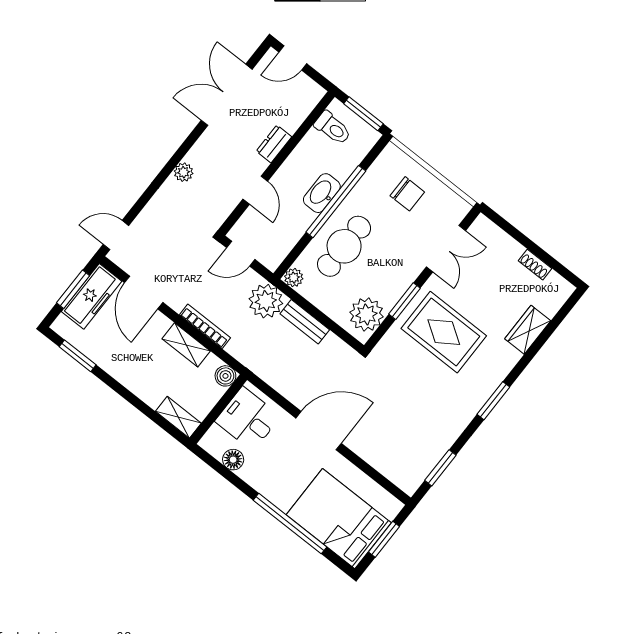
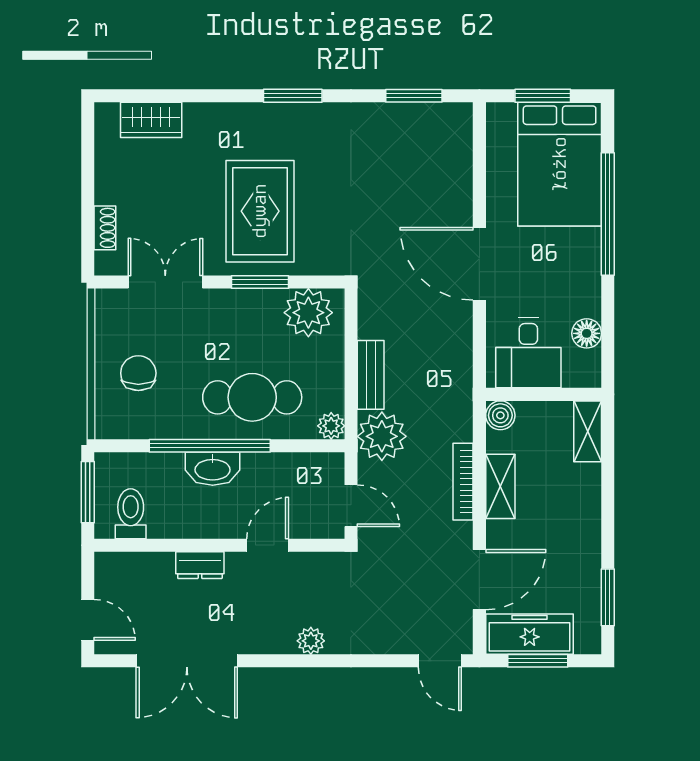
shoe rack: (535, 265) -> (105, 228), moved
wardrobe: (528, 330) -> (151, 120), moved

